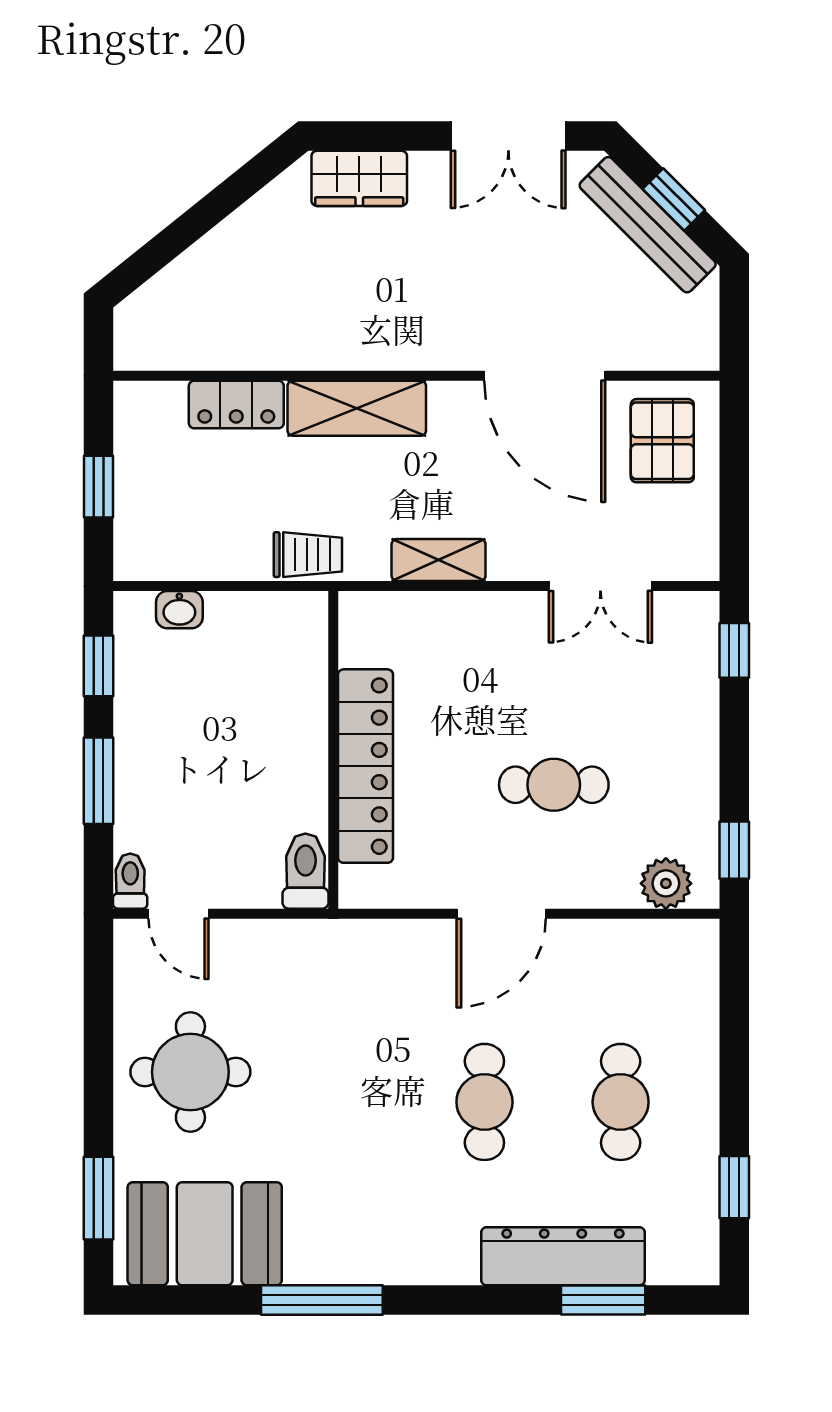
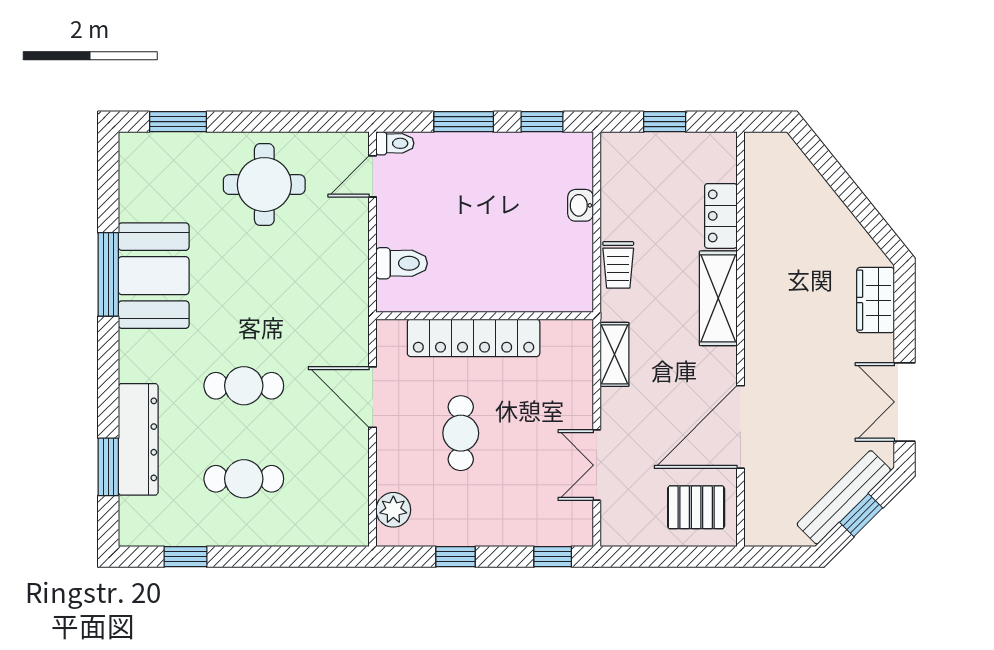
washbasin: (179, 610) -> (581, 205), moved
wall: (333, 750) -> (485, 316), moved
locker: (366, 766) -> (474, 338), moved
window: (734, 850) -> (456, 557), moved
booth: (205, 1234) -> (154, 276), moved

